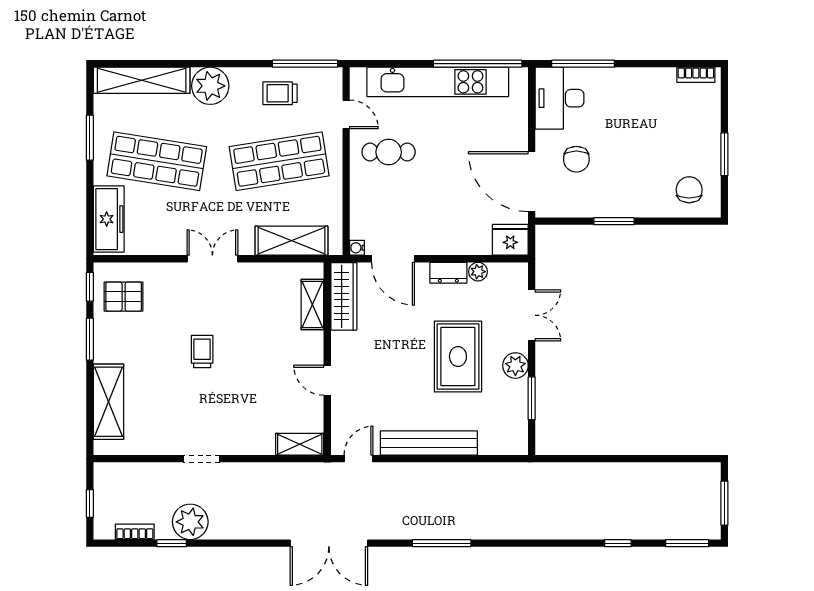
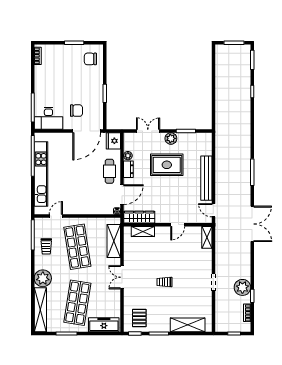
cafe table: (389, 152) -> (109, 171), moved

